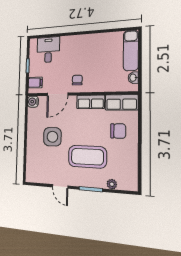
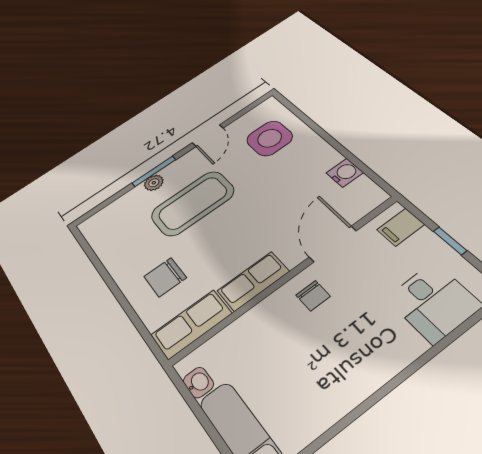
water cooler: (33, 102) -> (345, 173), moved
side table: (52, 137) -> (270, 138), moved
plant: (112, 184) -> (154, 183), moved
door: (60, 186) -> (208, 136), swing flipped

